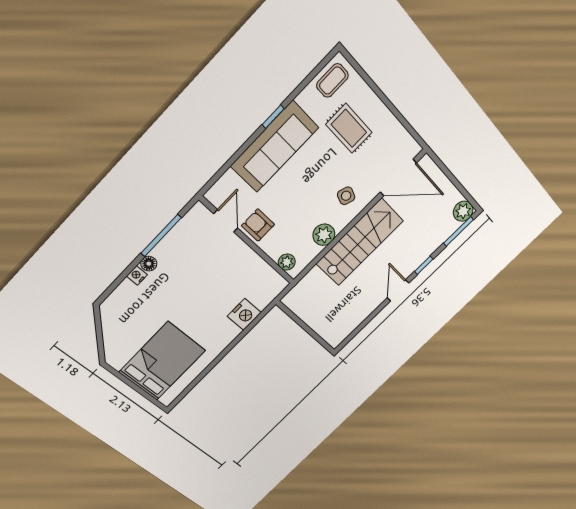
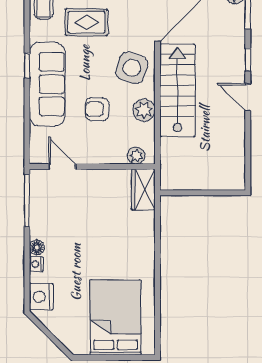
side table: (346, 196) -> (132, 68), width x1.87, depth x1.87
armchair: (258, 225) -> (97, 109), moved
window: (161, 235) -> (27, 200), moved
wardrobe: (268, 290) -> (143, 189), added
nightstand: (244, 314) -> (41, 297), moved, turned 180

